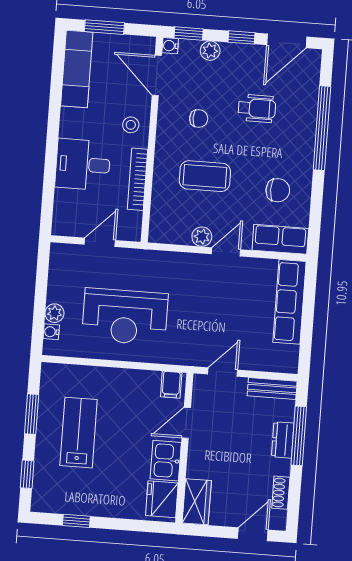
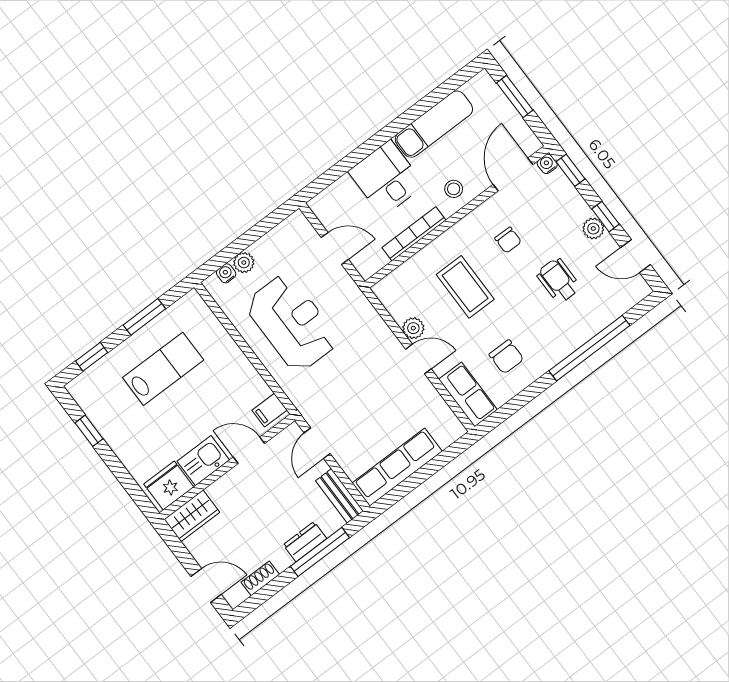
door: (287, 41) -> (636, 256), width x0.73
plant: (210, 51) -> (593, 229), moved
exam couch: (77, 69) -> (434, 124), moved
wheelchair: (257, 108) -> (558, 280), turned 180
row of seats: (290, 302) -> (397, 467), moved
reception desk: (125, 317) -> (292, 323), turned 180
door: (223, 372) -> (317, 443), swing flipped

